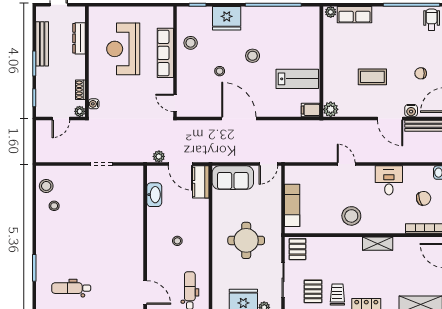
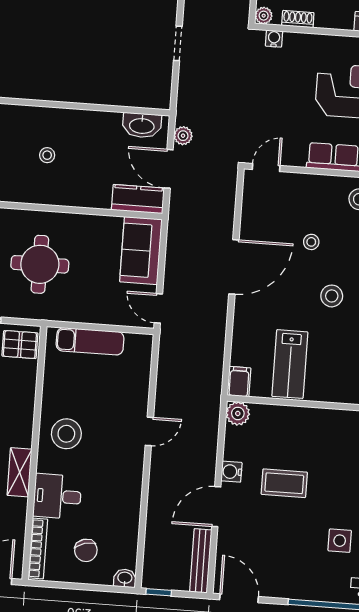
side table: (406, 39) -> (340, 541), added
chair: (421, 73) -> (284, 560), removed
coffee table: (372, 77) -> (284, 483), turned 90
water cooler: (411, 111) -> (231, 472), moved
door: (180, 164) -> (169, 169), hinge flipped
desk: (389, 180) -> (57, 496), moved, turned 180
washbasin: (154, 195) -> (142, 125), moved

